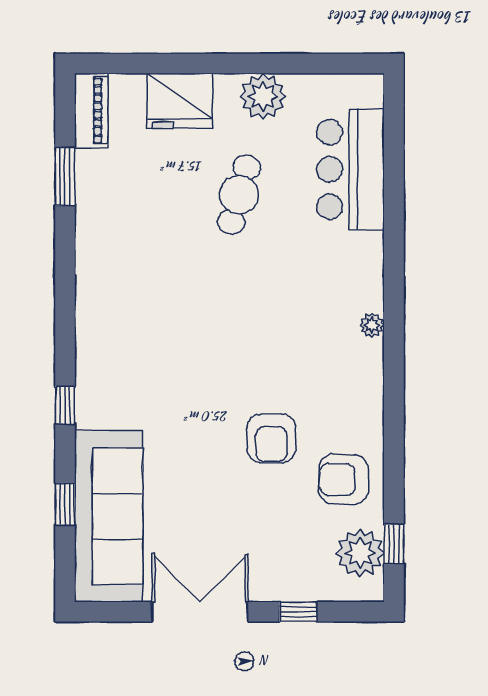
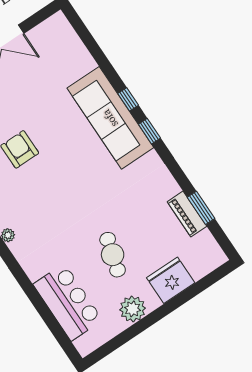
piano: (91, 111) -> (187, 214), moved
window: (65, 505) -> (149, 131), moved
sofa: (109, 516) -> (110, 118), moved

